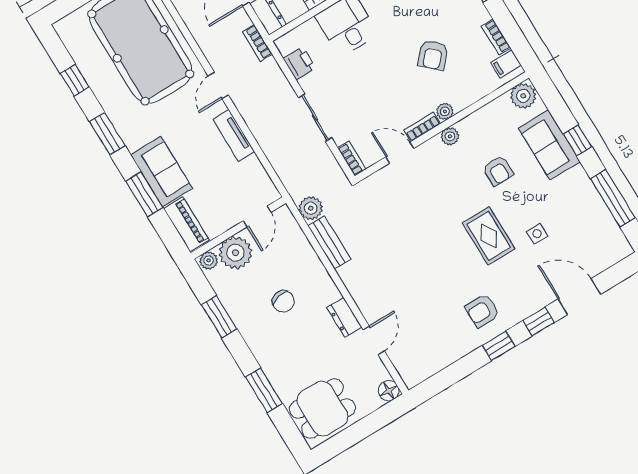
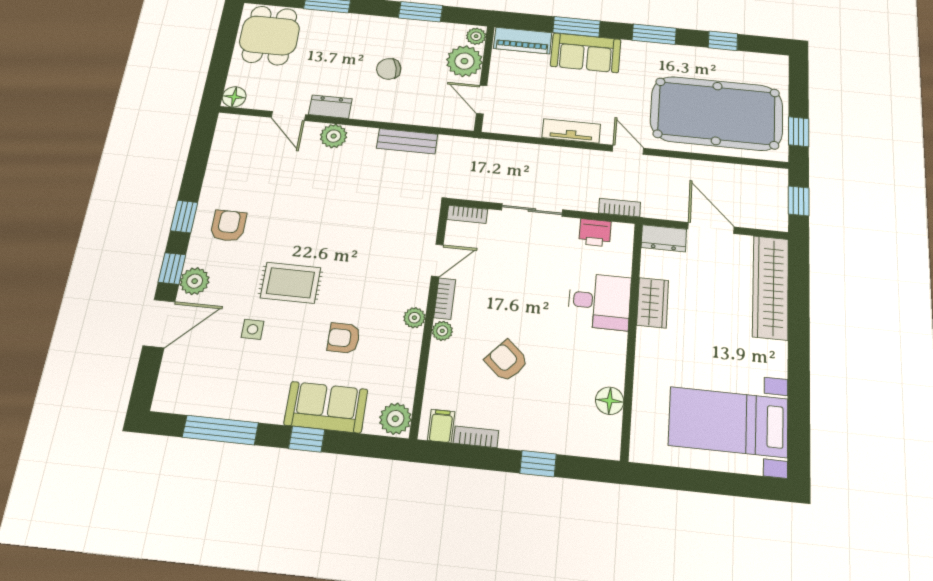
bookcase: (257, 43) -> (620, 208), moved
plant: (311, 208) -> (334, 136), moved
plant: (535, 299) -> (195, 281), added

